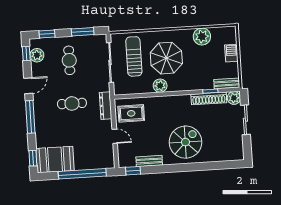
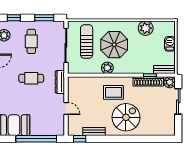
rug: (131, 113) -> (113, 92), moved

